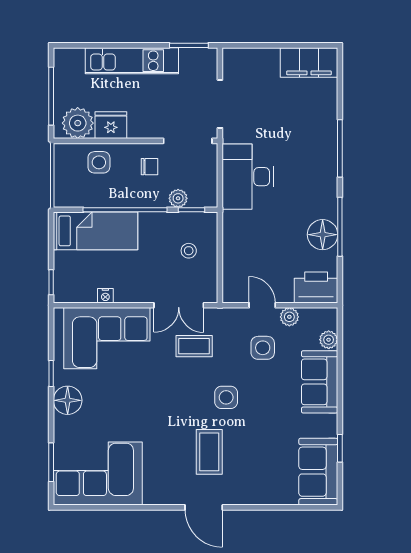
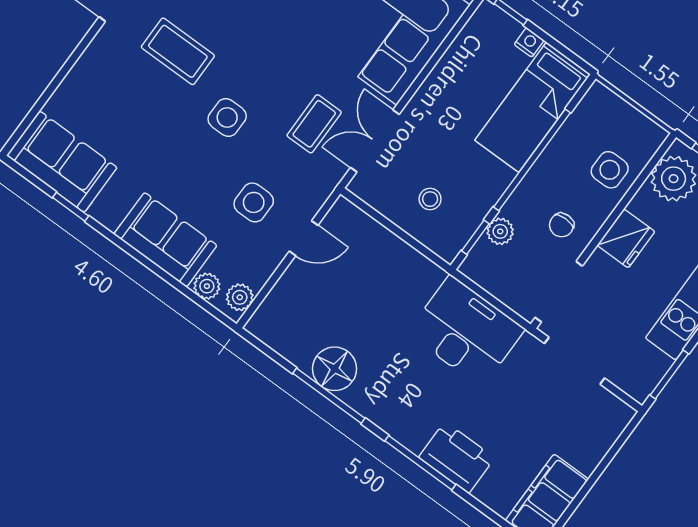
fridge: (111, 125) -> (626, 238), moved
printer: (316, 288) -> (457, 458), moved, turned -90
nightstand: (105, 296) -> (529, 42), moved, turned 90
plant: (289, 317) -> (240, 297), moved

